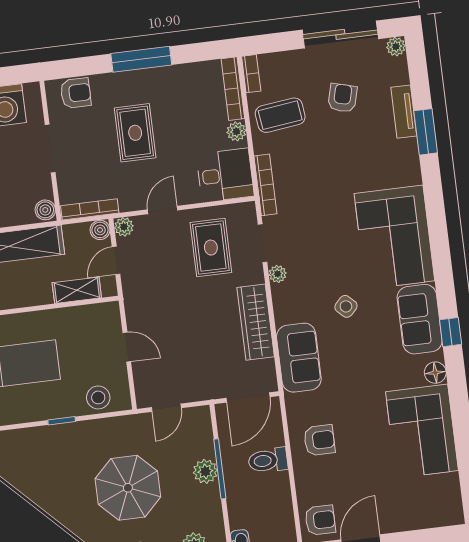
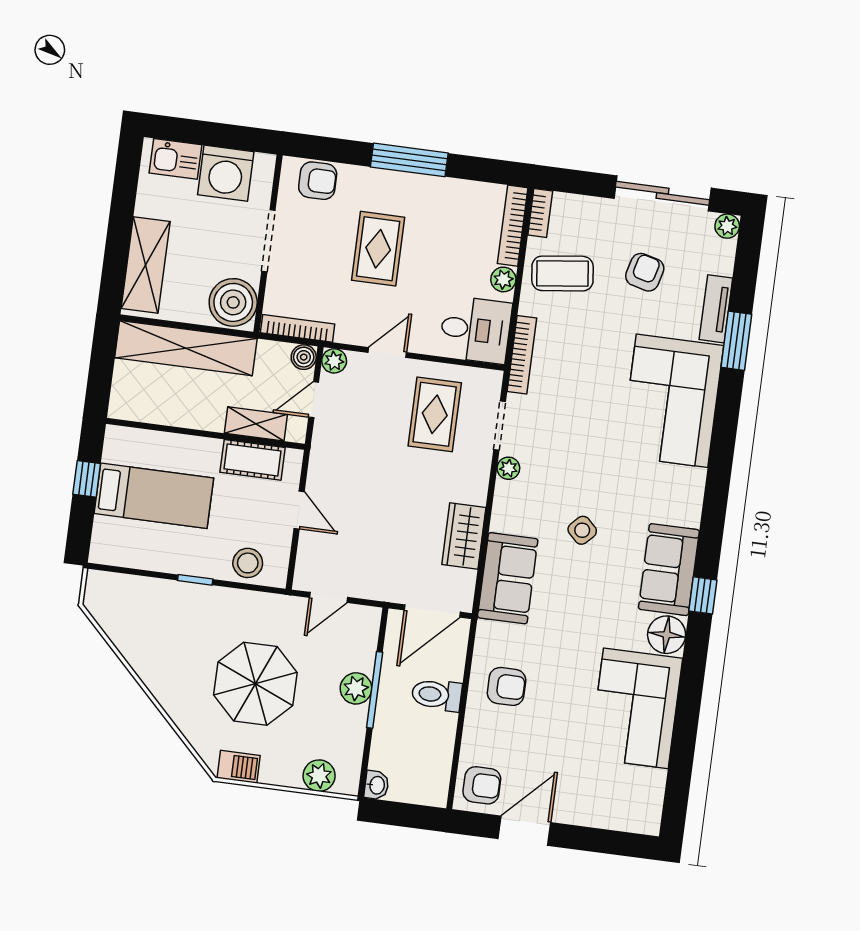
boiler: (45, 210) -> (233, 302), width x1.86, depth x1.86
corner sofa: (394, 237) -> (672, 401), moved
cot: (81, 318) -> (253, 460), added
wardrobe: (256, 322) -> (464, 536), width x0.67
floor lamp: (435, 373) -> (667, 635), width x1.38, depth x1.38

